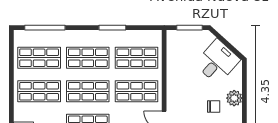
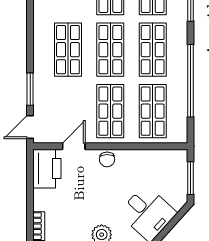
window: (112, 28) -> (191, 81), width x2.11
chair: (214, 106) -> (107, 159), moved

